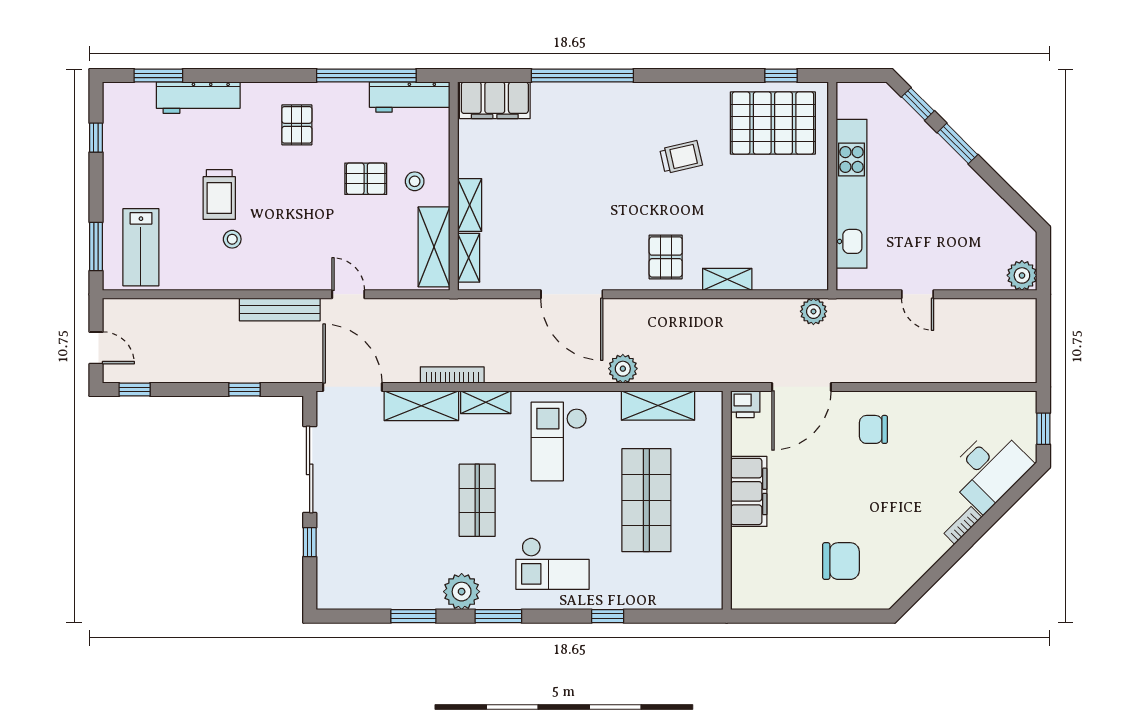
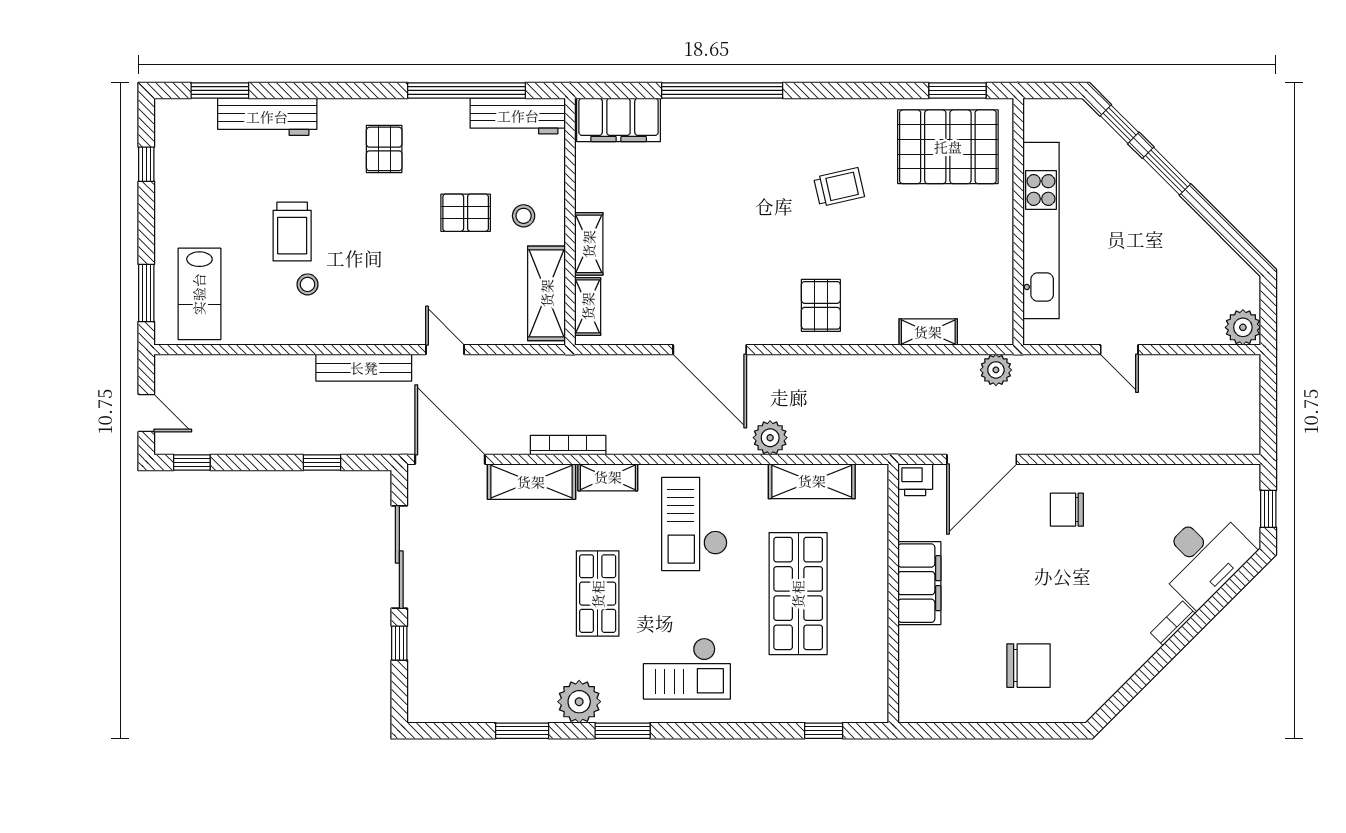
window: (781, 75) -> (957, 90), width x1.50
shelving: (727, 279) -> (928, 332), moved
window: (608, 616) -> (824, 731), moved

